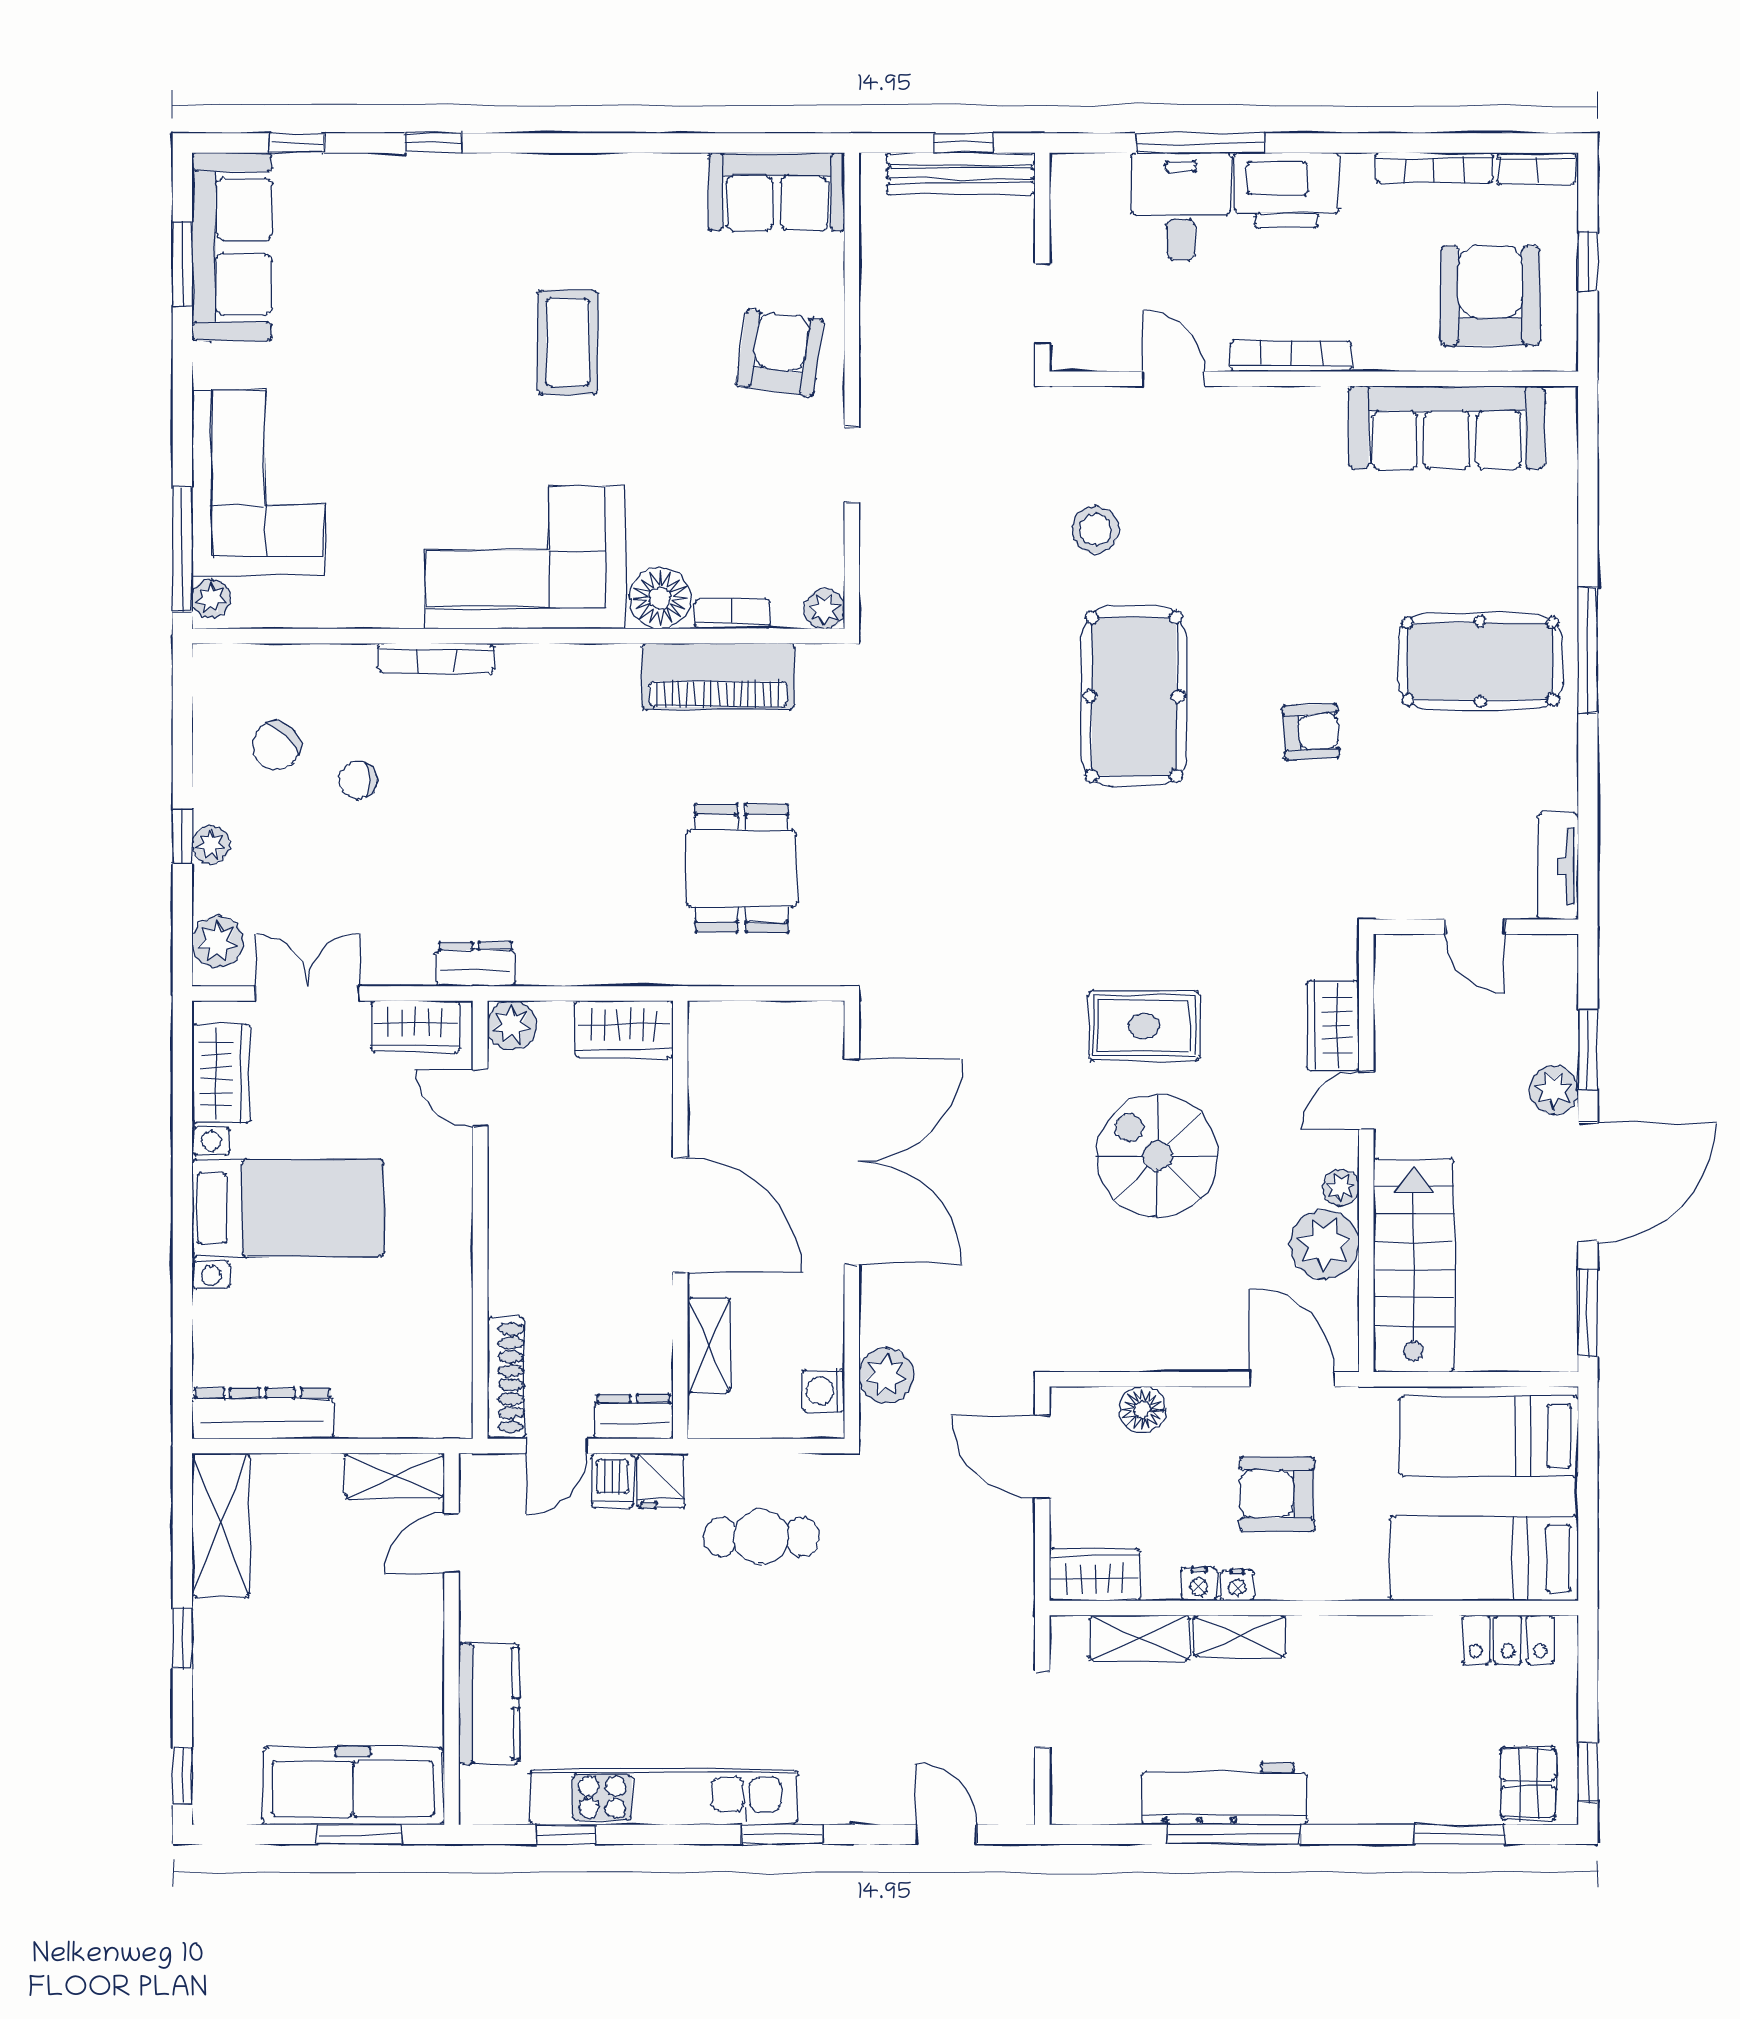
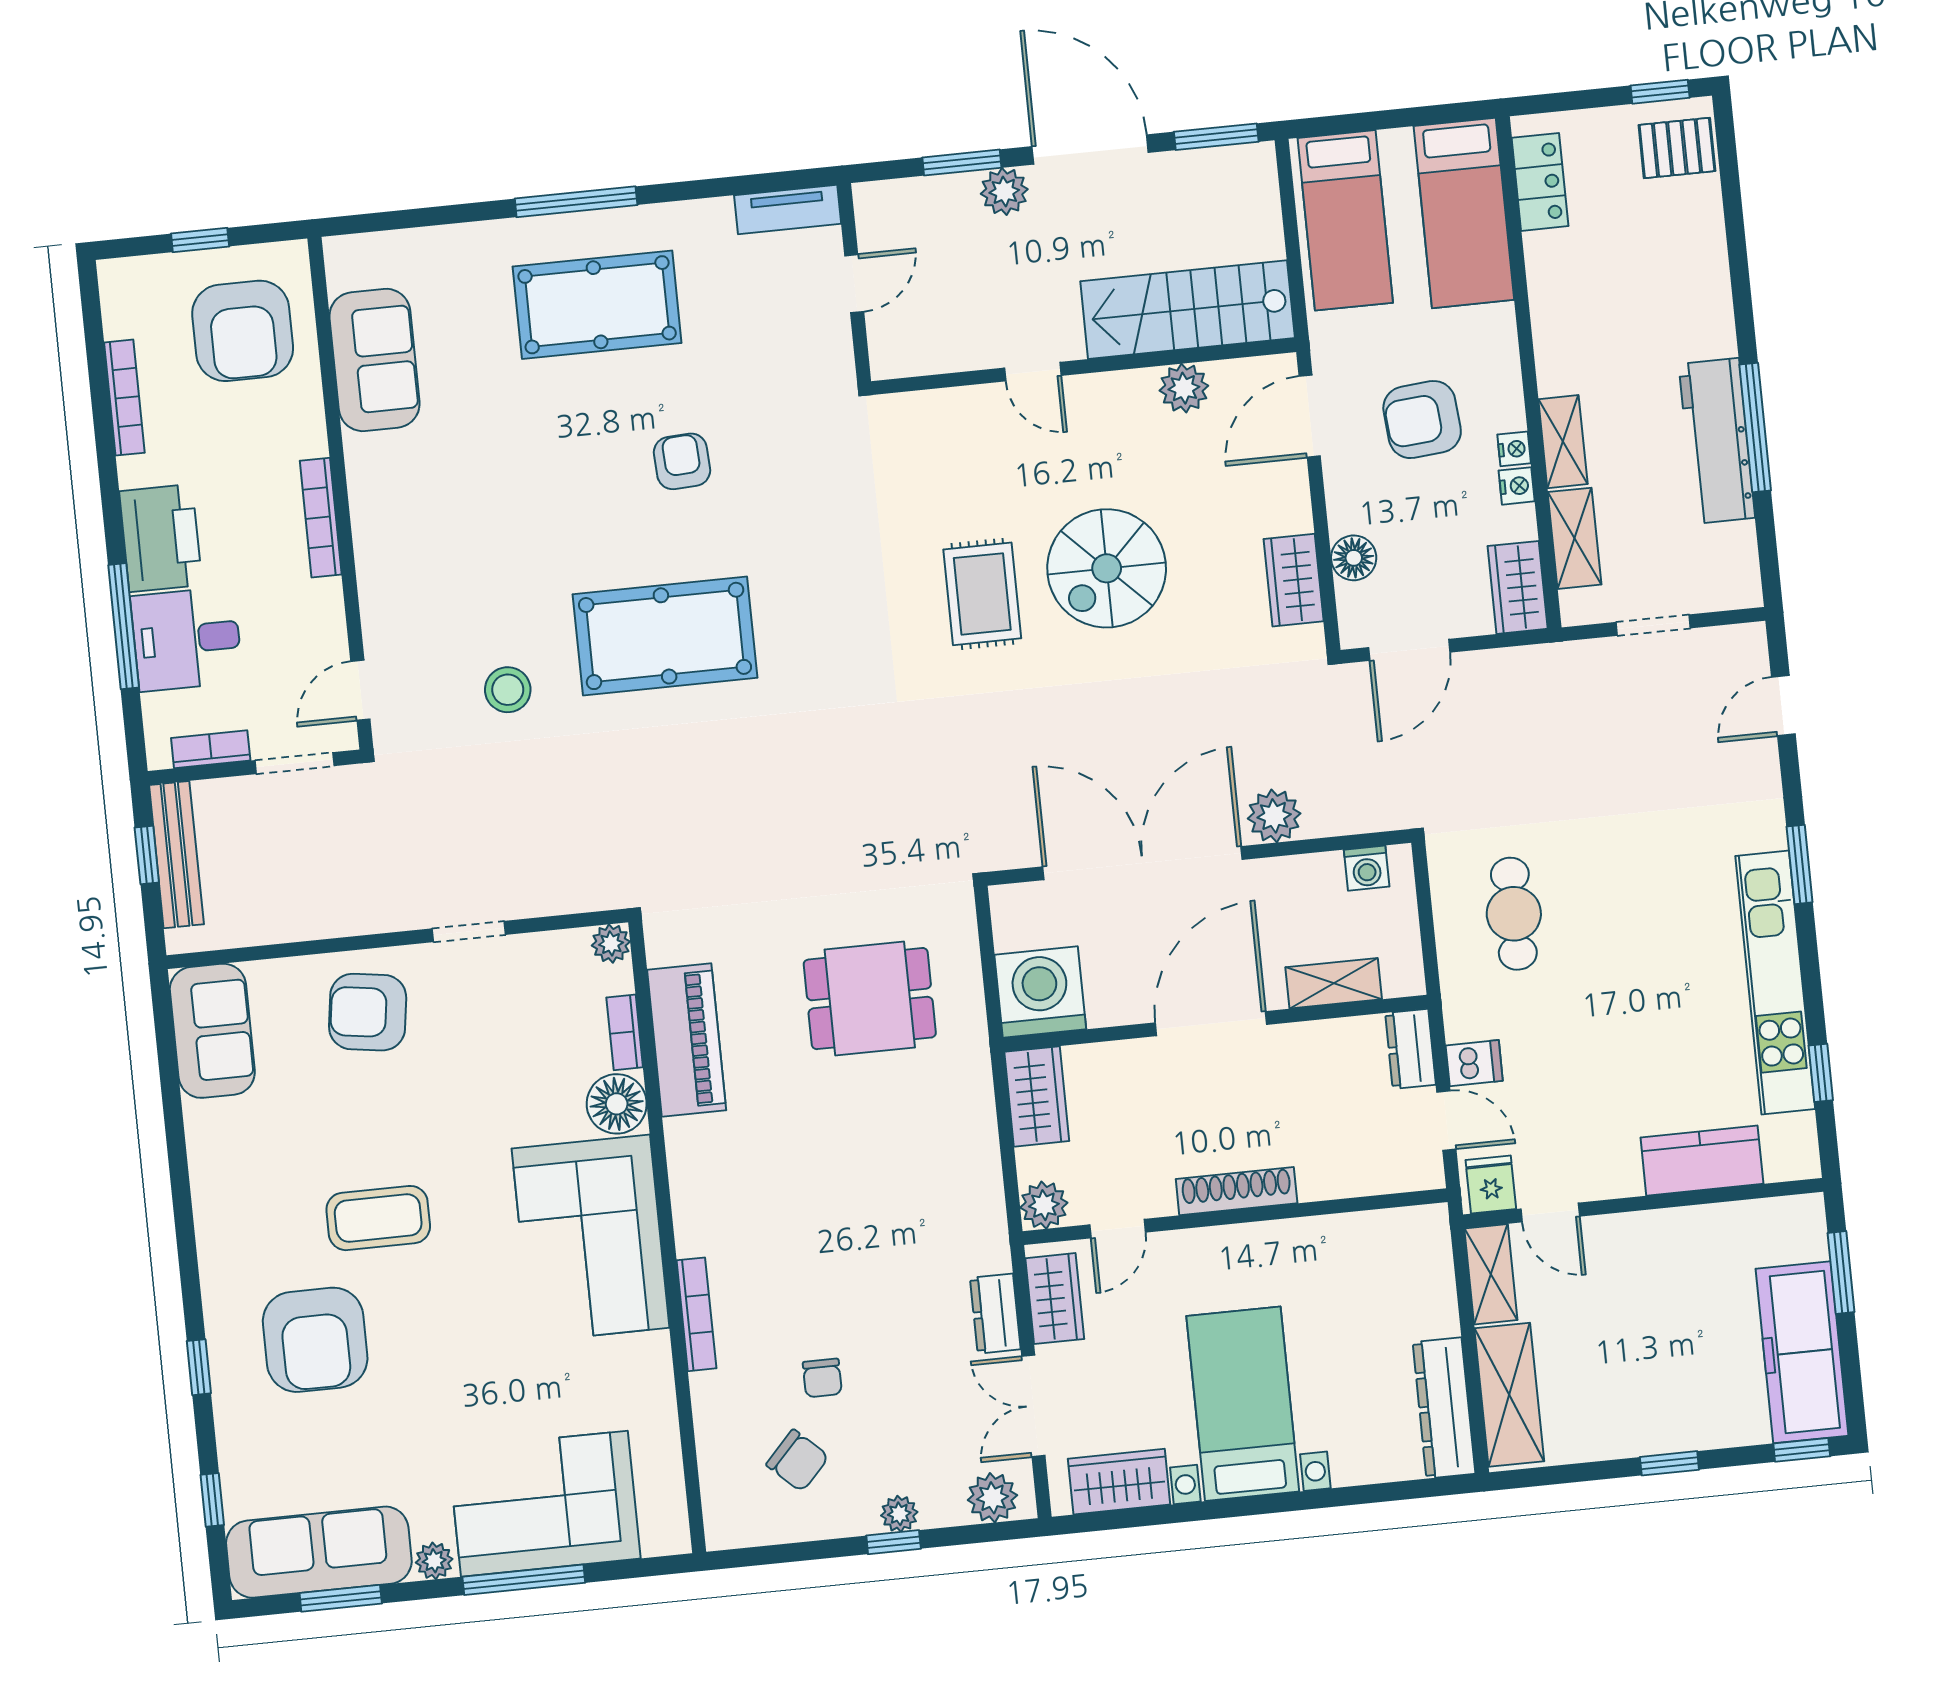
bookcase: (1536, 168) -> (211, 749), moved, turned -90
armchair: (450, 265) -> (315, 1340), added
armchair: (1490, 296) -> (243, 331), turned -90
door: (1173, 379) -> (360, 690), moved
sofa: (1447, 428) -> (374, 360), width x0.73
window: (182, 549) -> (524, 1580), moved
plant: (211, 598) -> (434, 1561), moved
pool table: (1480, 661) -> (597, 305), turned 90
dresser: (476, 964) -> (995, 1314), moved
wardrobe: (1333, 1025) -> (1294, 580), moved, turned 90
washing machine: (730, 1044) -> (1040, 992), added
plant: (1341, 1188) -> (1119, 388), removed
plant: (1325, 1244) -> (1184, 388), width x0.73, depth x0.73
plant: (886, 1376) -> (1274, 816), moved
shoe rack: (506, 1378) -> (1237, 1191), moved
fridge: (661, 1481) -> (1491, 1184), moved, turned -90
armchair: (1277, 1494) -> (1422, 420), turned 85
shelving: (221, 1525) -> (1509, 1395), moved, turned 90
freezer: (353, 1786) -> (1802, 1352), moved
window: (1460, 1834) -> (1733, 209), removed

